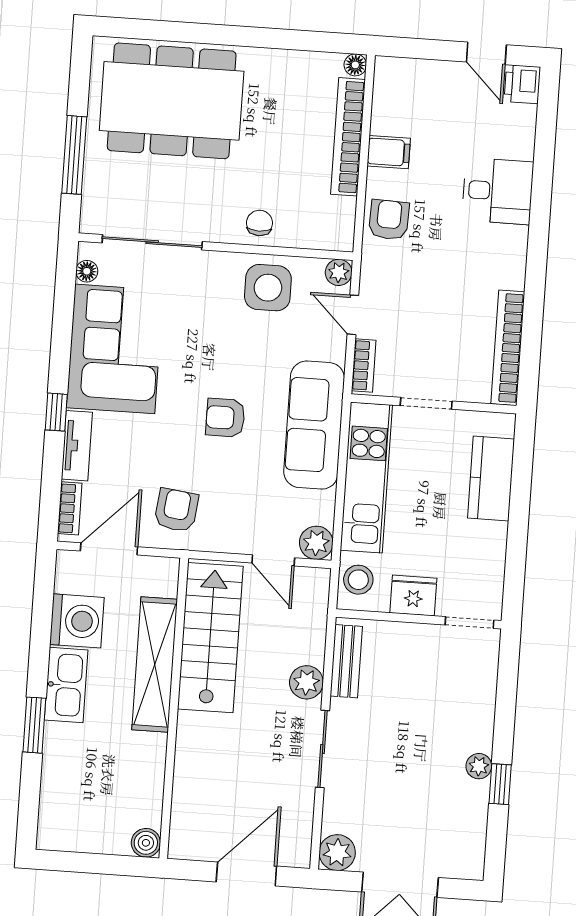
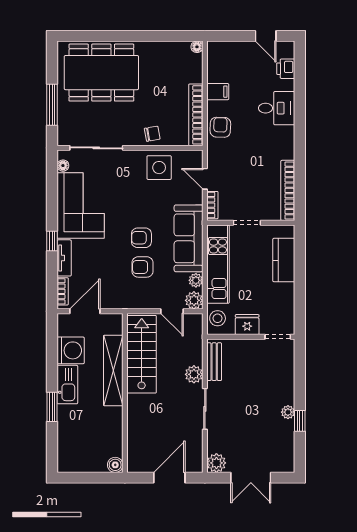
printer: (522, 84) -> (286, 69), moved
bookcase: (348, 137) -> (196, 115), moved
chair: (259, 223) -> (152, 134), turned 80
plant: (339, 272) -> (196, 280), moved
armchair: (176, 510) -> (143, 267), moved, turned -97

